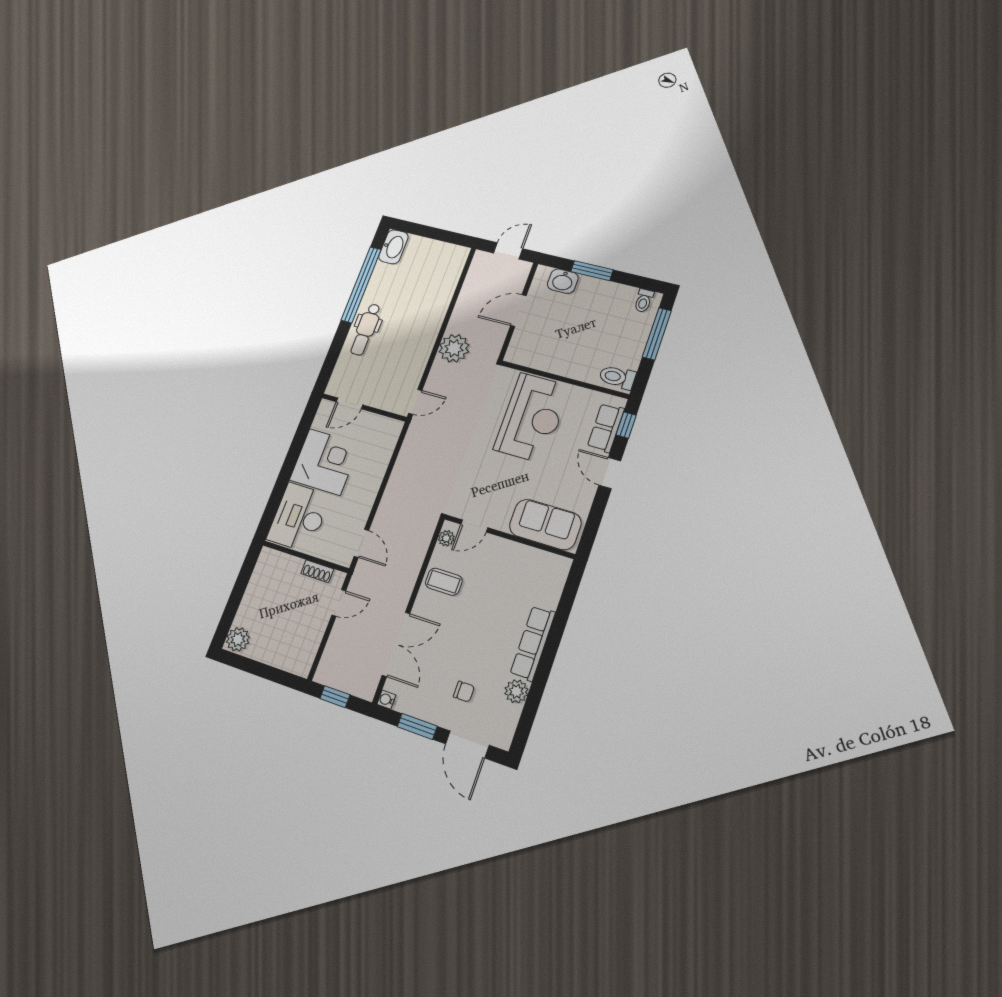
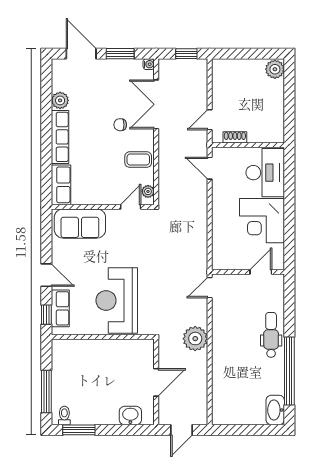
window: (592, 271) -> (79, 430), moved
toilet: (617, 377) -> (65, 350), removed
row of seats: (553, 581) -> (61, 185), added
chair: (464, 692) -> (120, 125), moved

